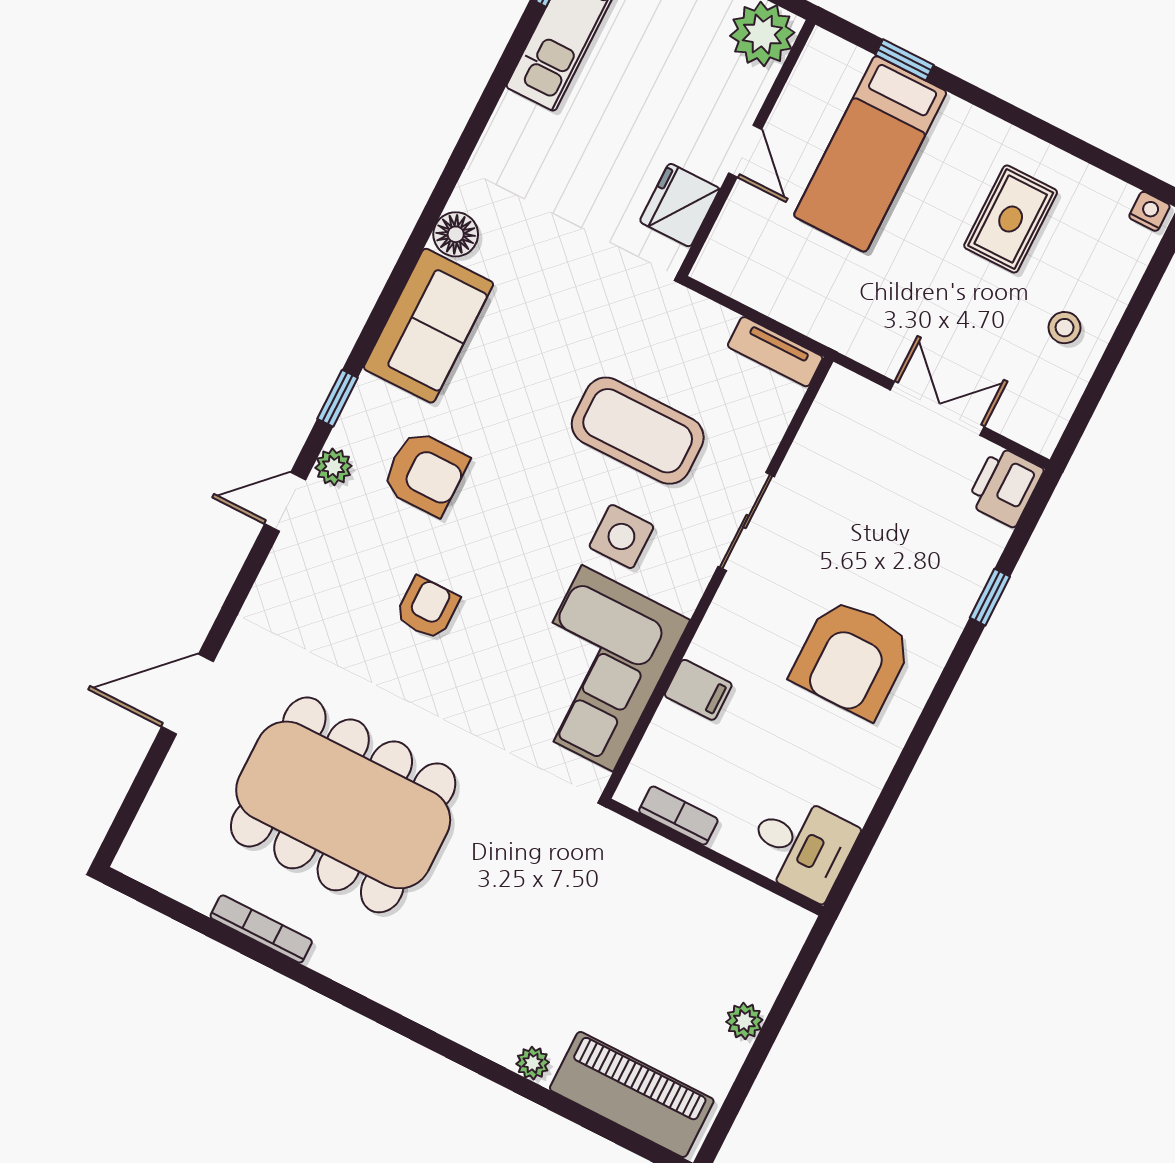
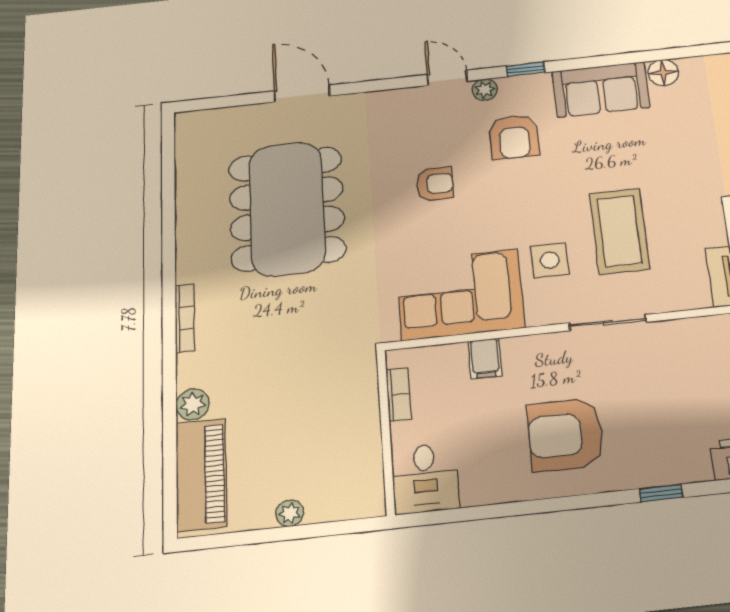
bookcase: (261, 929) -> (185, 318), moved
plant: (533, 1063) -> (193, 404), width x1.38, depth x1.38

